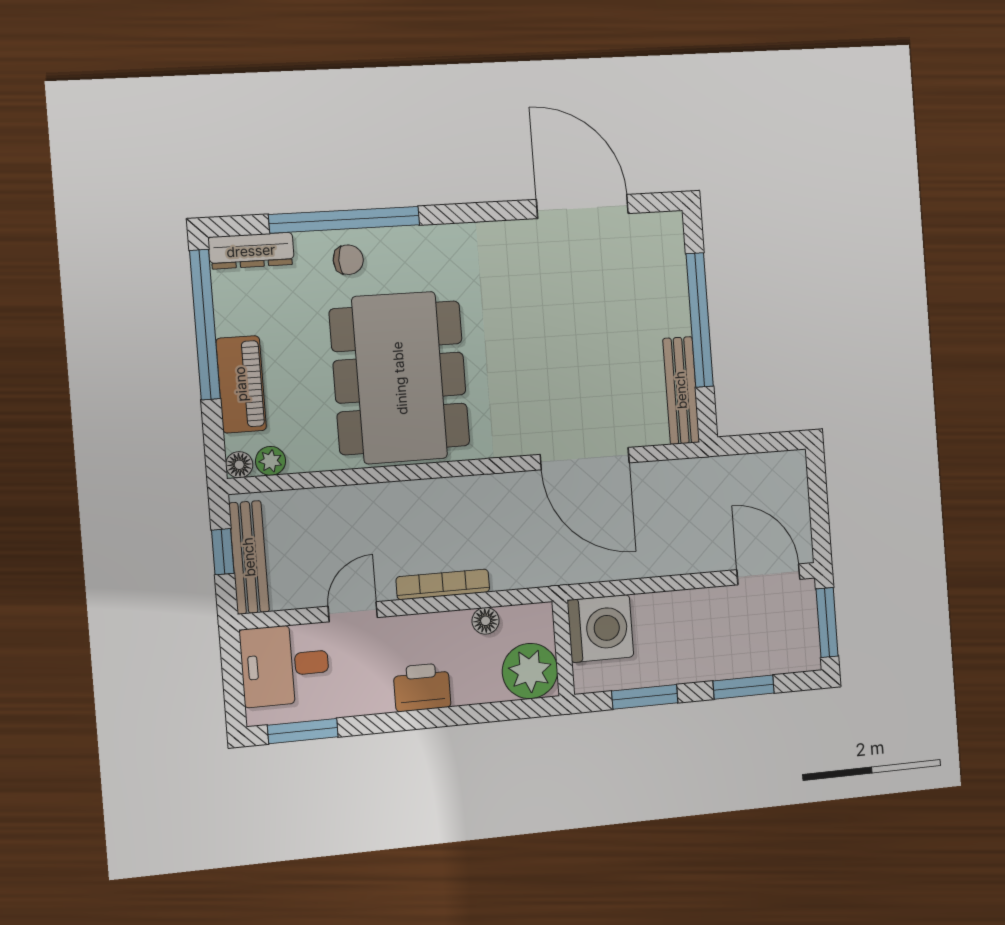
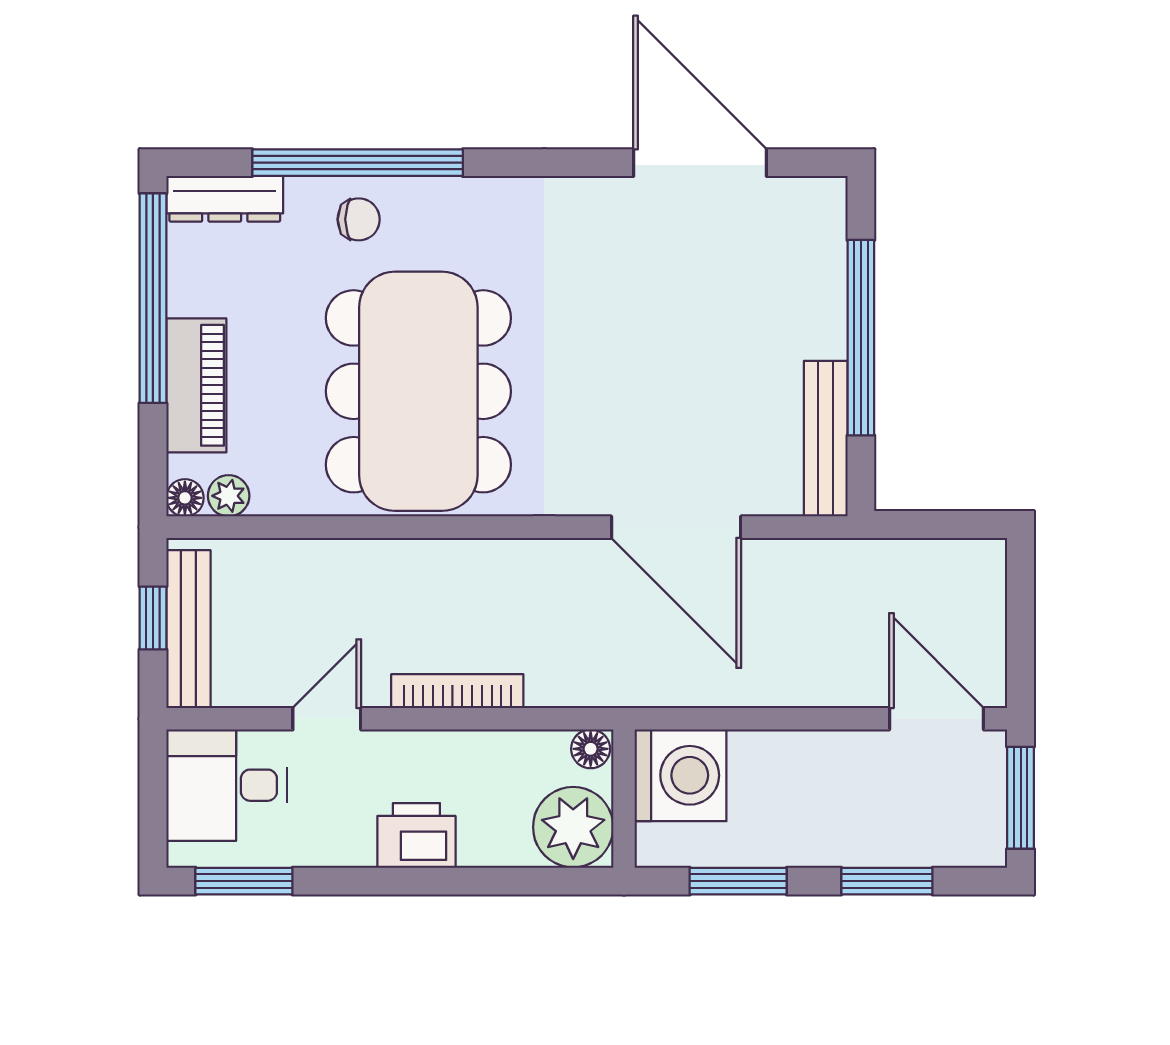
floor lamp: (486, 621) -> (591, 749), moved

